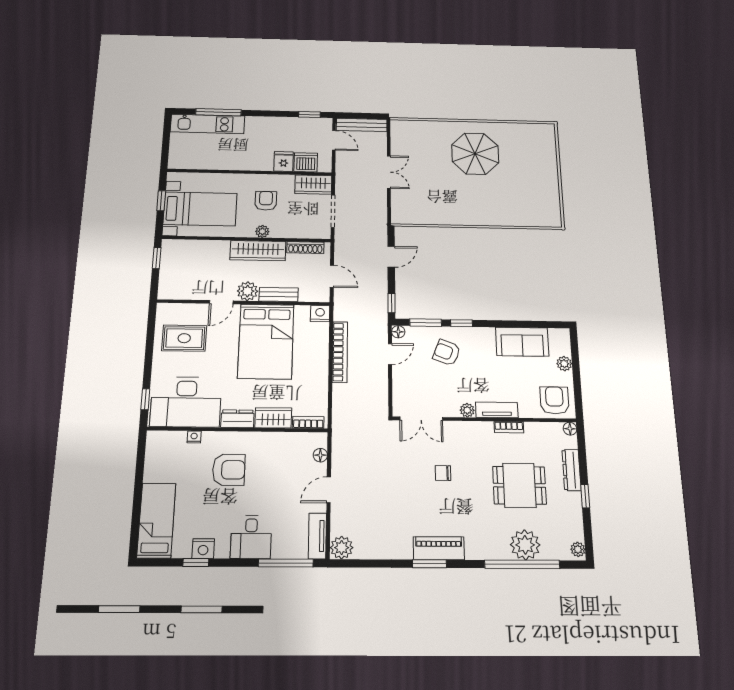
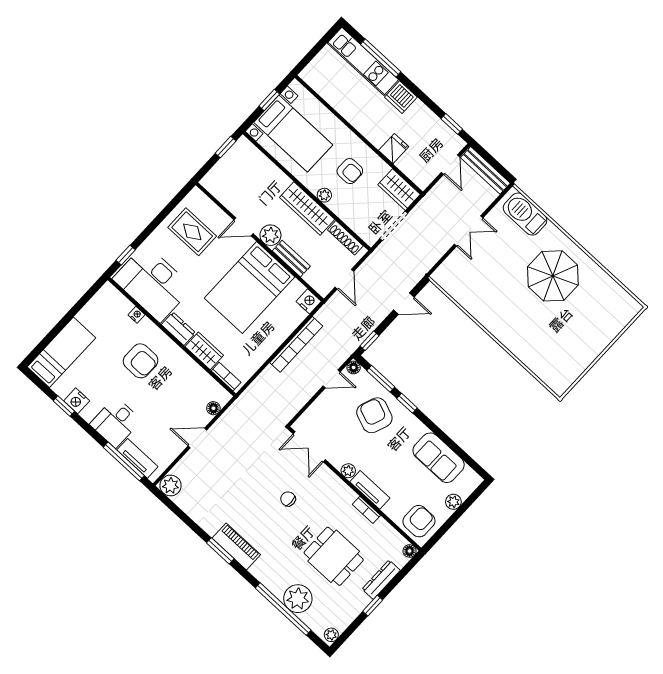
barbecue: (416, 130) -> (525, 214), added
dishwasher: (306, 162) -> (401, 97), moved, turned 180
armchair: (266, 201) -> (350, 171), turned 90
armchair: (447, 353) -> (374, 415), width x1.38, depth x1.38
tv unit: (317, 536) -> (137, 458), moved, turned 90

